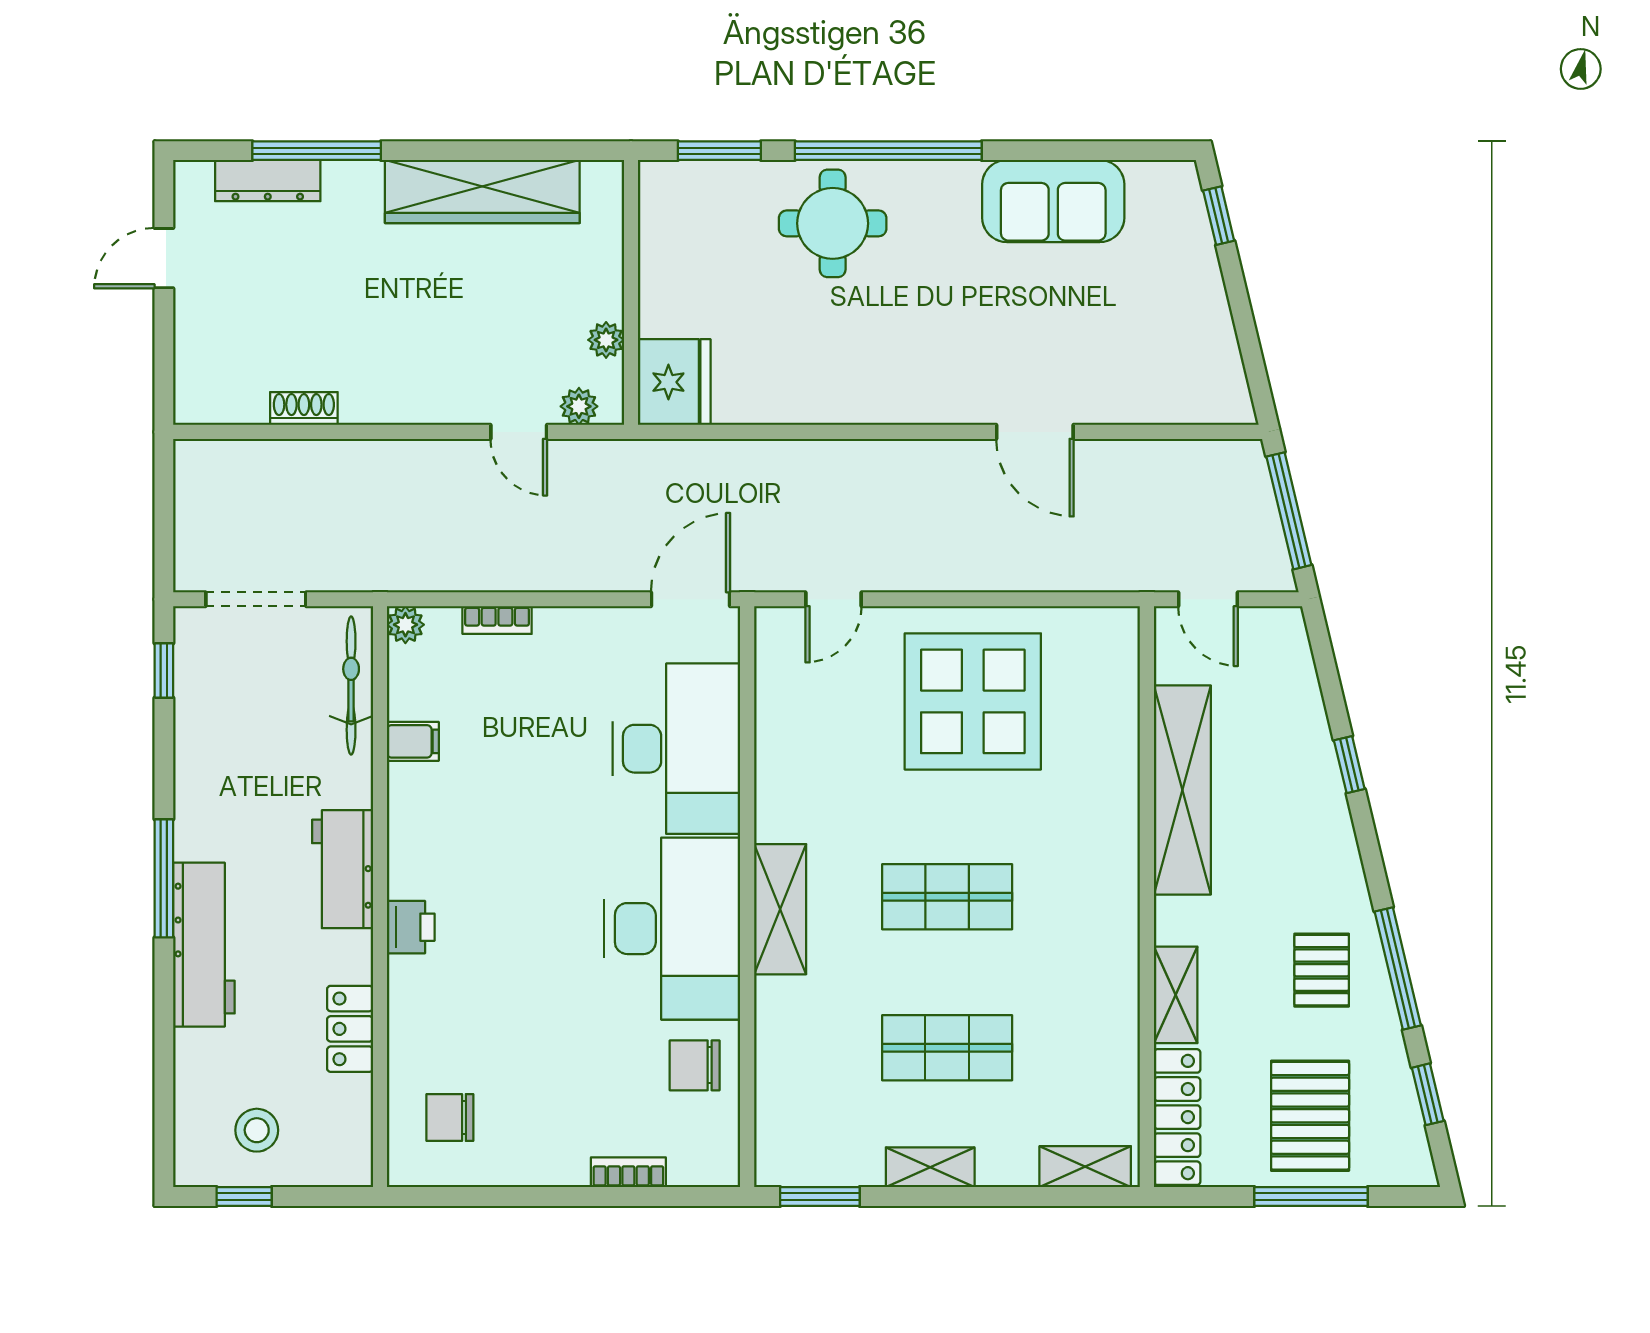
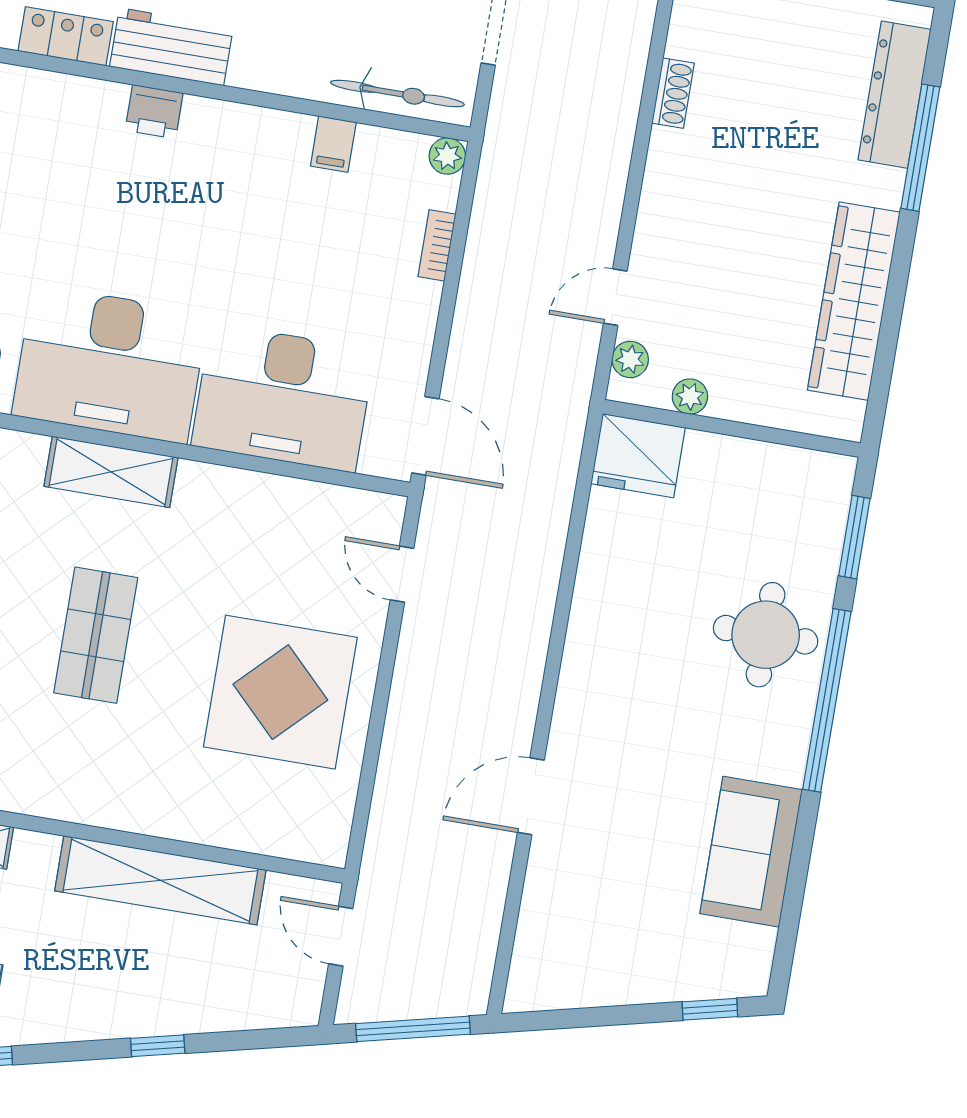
dresser: (268, 181) -> (894, 95), width x1.37, depth x1.24
door: (1208, 599) -> (341, 936), hinge flipped
workbench: (343, 869) -> (171, 47), moved

